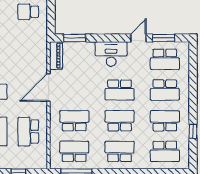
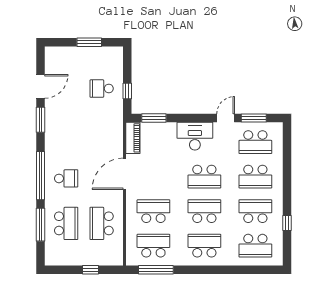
window: (51, 14) -> (127, 91), added

